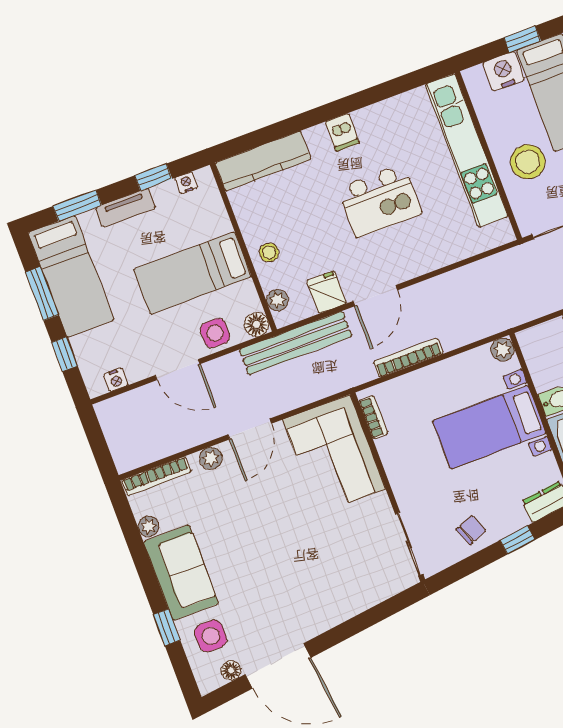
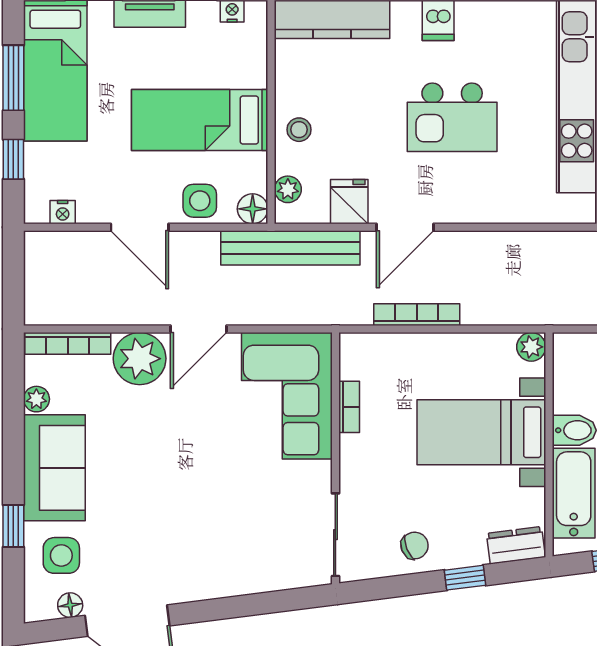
bookcase: (373, 417) -> (349, 407), moved
plant: (211, 458) -> (140, 359), width x1.88, depth x1.88

